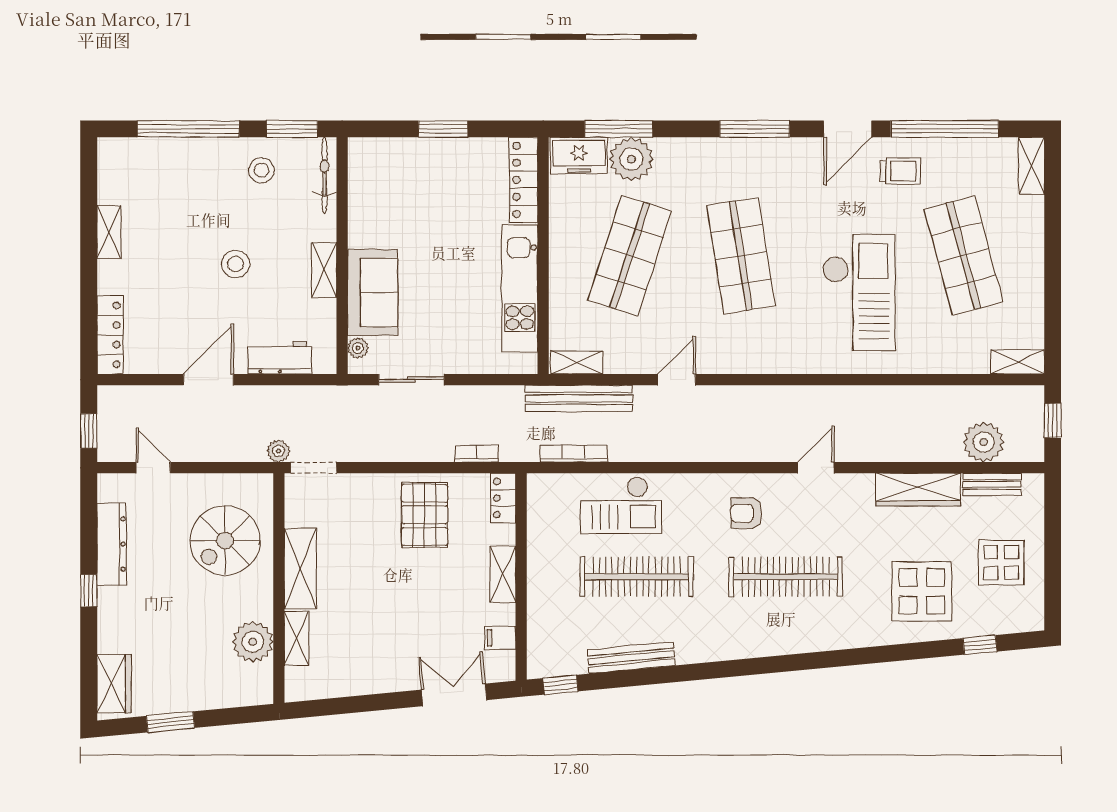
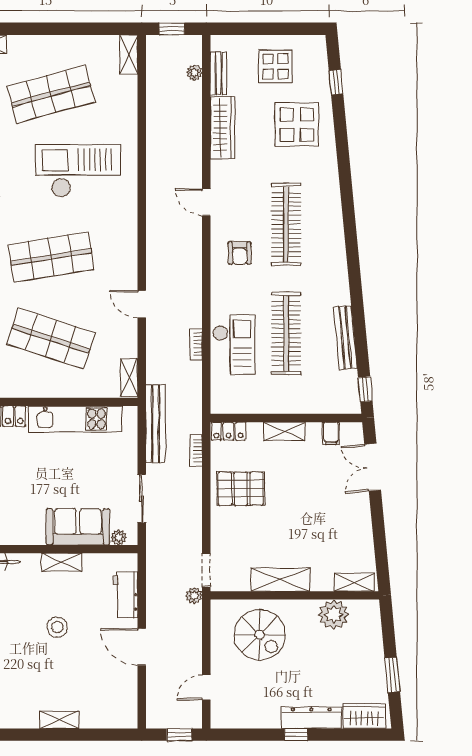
shelving: (109, 232) -> (59, 720), moved
locker: (110, 335) -> (109, 719), removed
bench: (579, 398) -> (156, 424), moved
plant: (984, 442) -> (194, 73), width x0.53, depth x0.53
bookcase: (574, 454) -> (196, 344), moved, width x0.64
dresser: (112, 544) -> (311, 718), moved
shelving: (297, 638) -> (354, 582), moved

